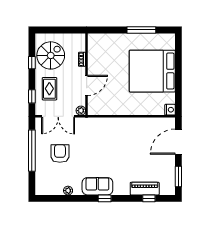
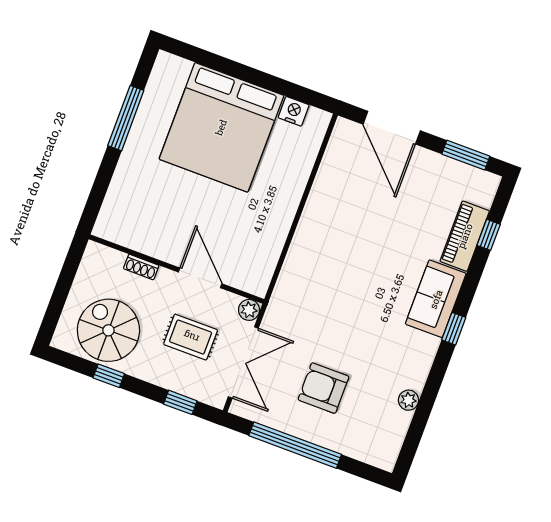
rug: (49, 89) -> (191, 337), moved
nightstand: (170, 110) -> (294, 111), moved
sofa: (97, 186) -> (436, 299), moved

